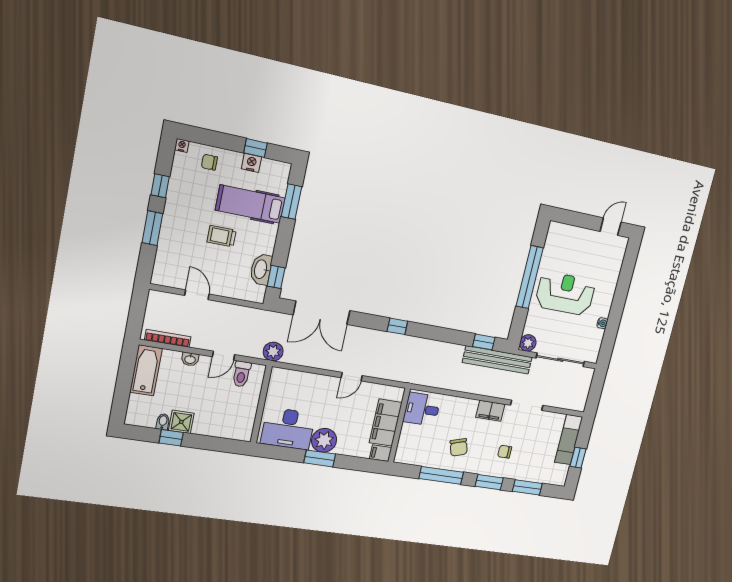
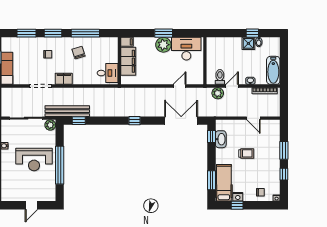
hospital bed: (250, 204) -> (224, 183), moved, turned -90
door: (611, 227) -> (31, 205), moved
plant: (273, 352) -> (218, 93), moved
door: (352, 377) -> (180, 86), moved

